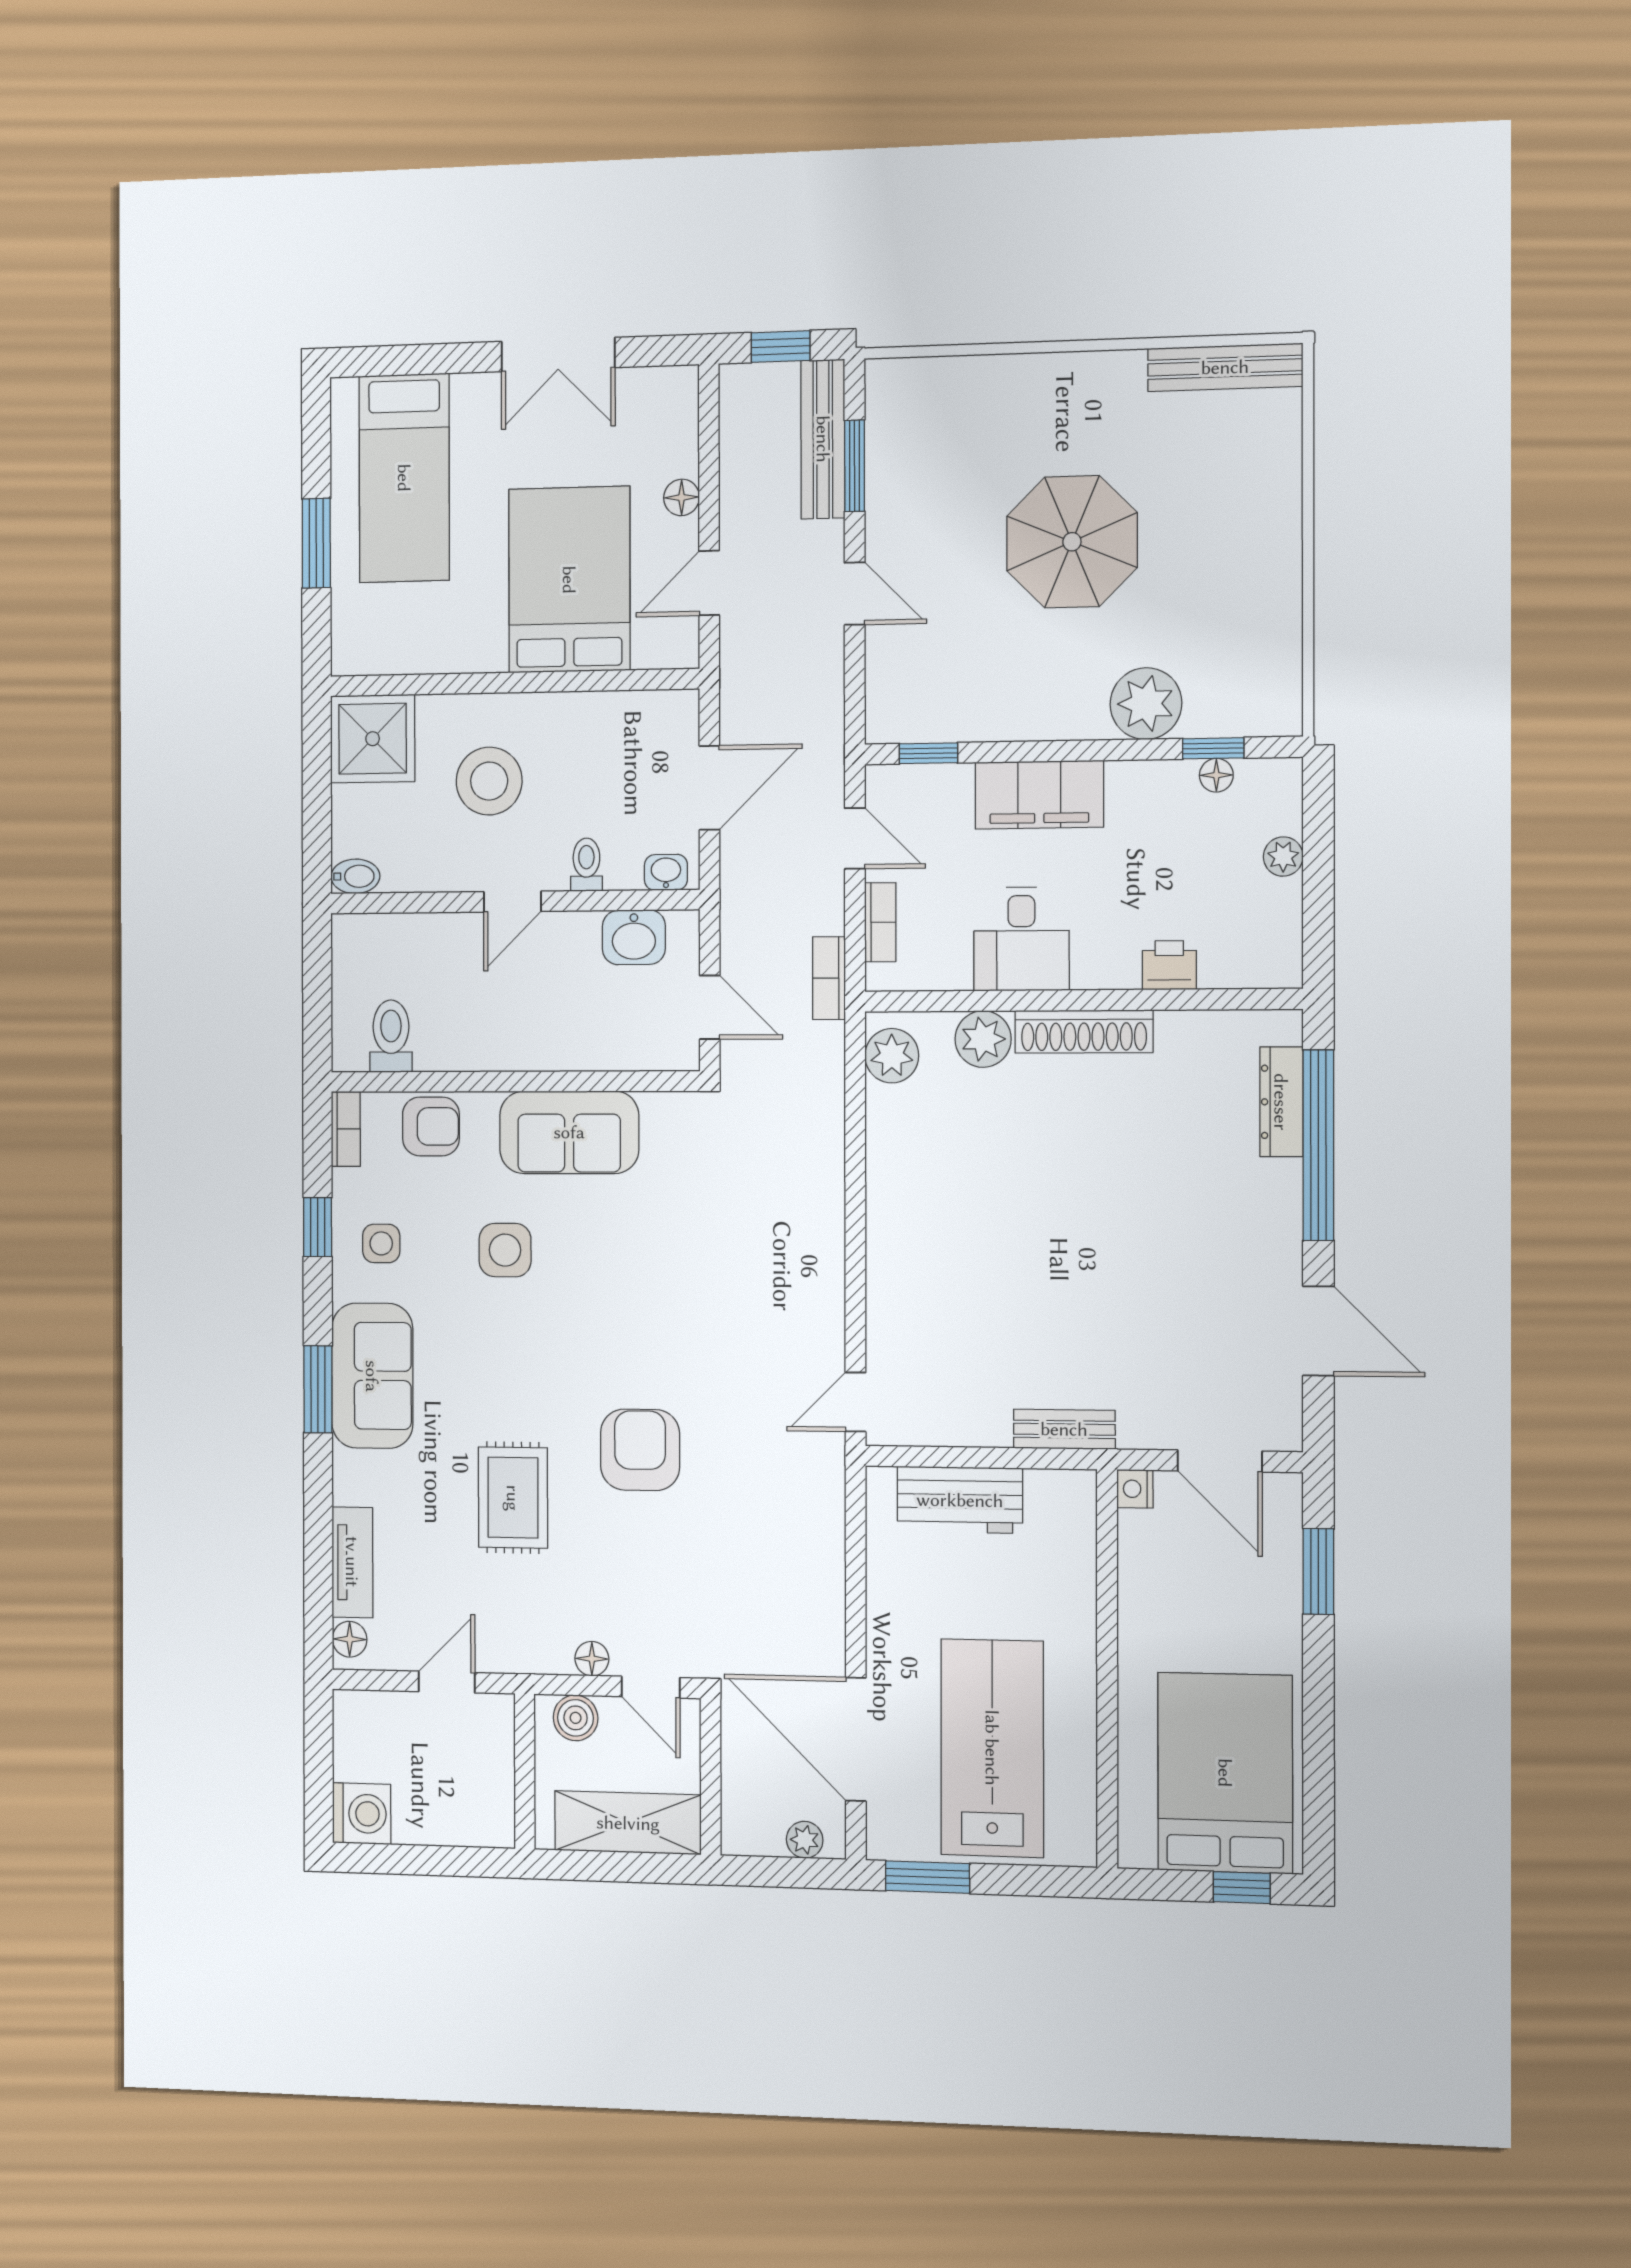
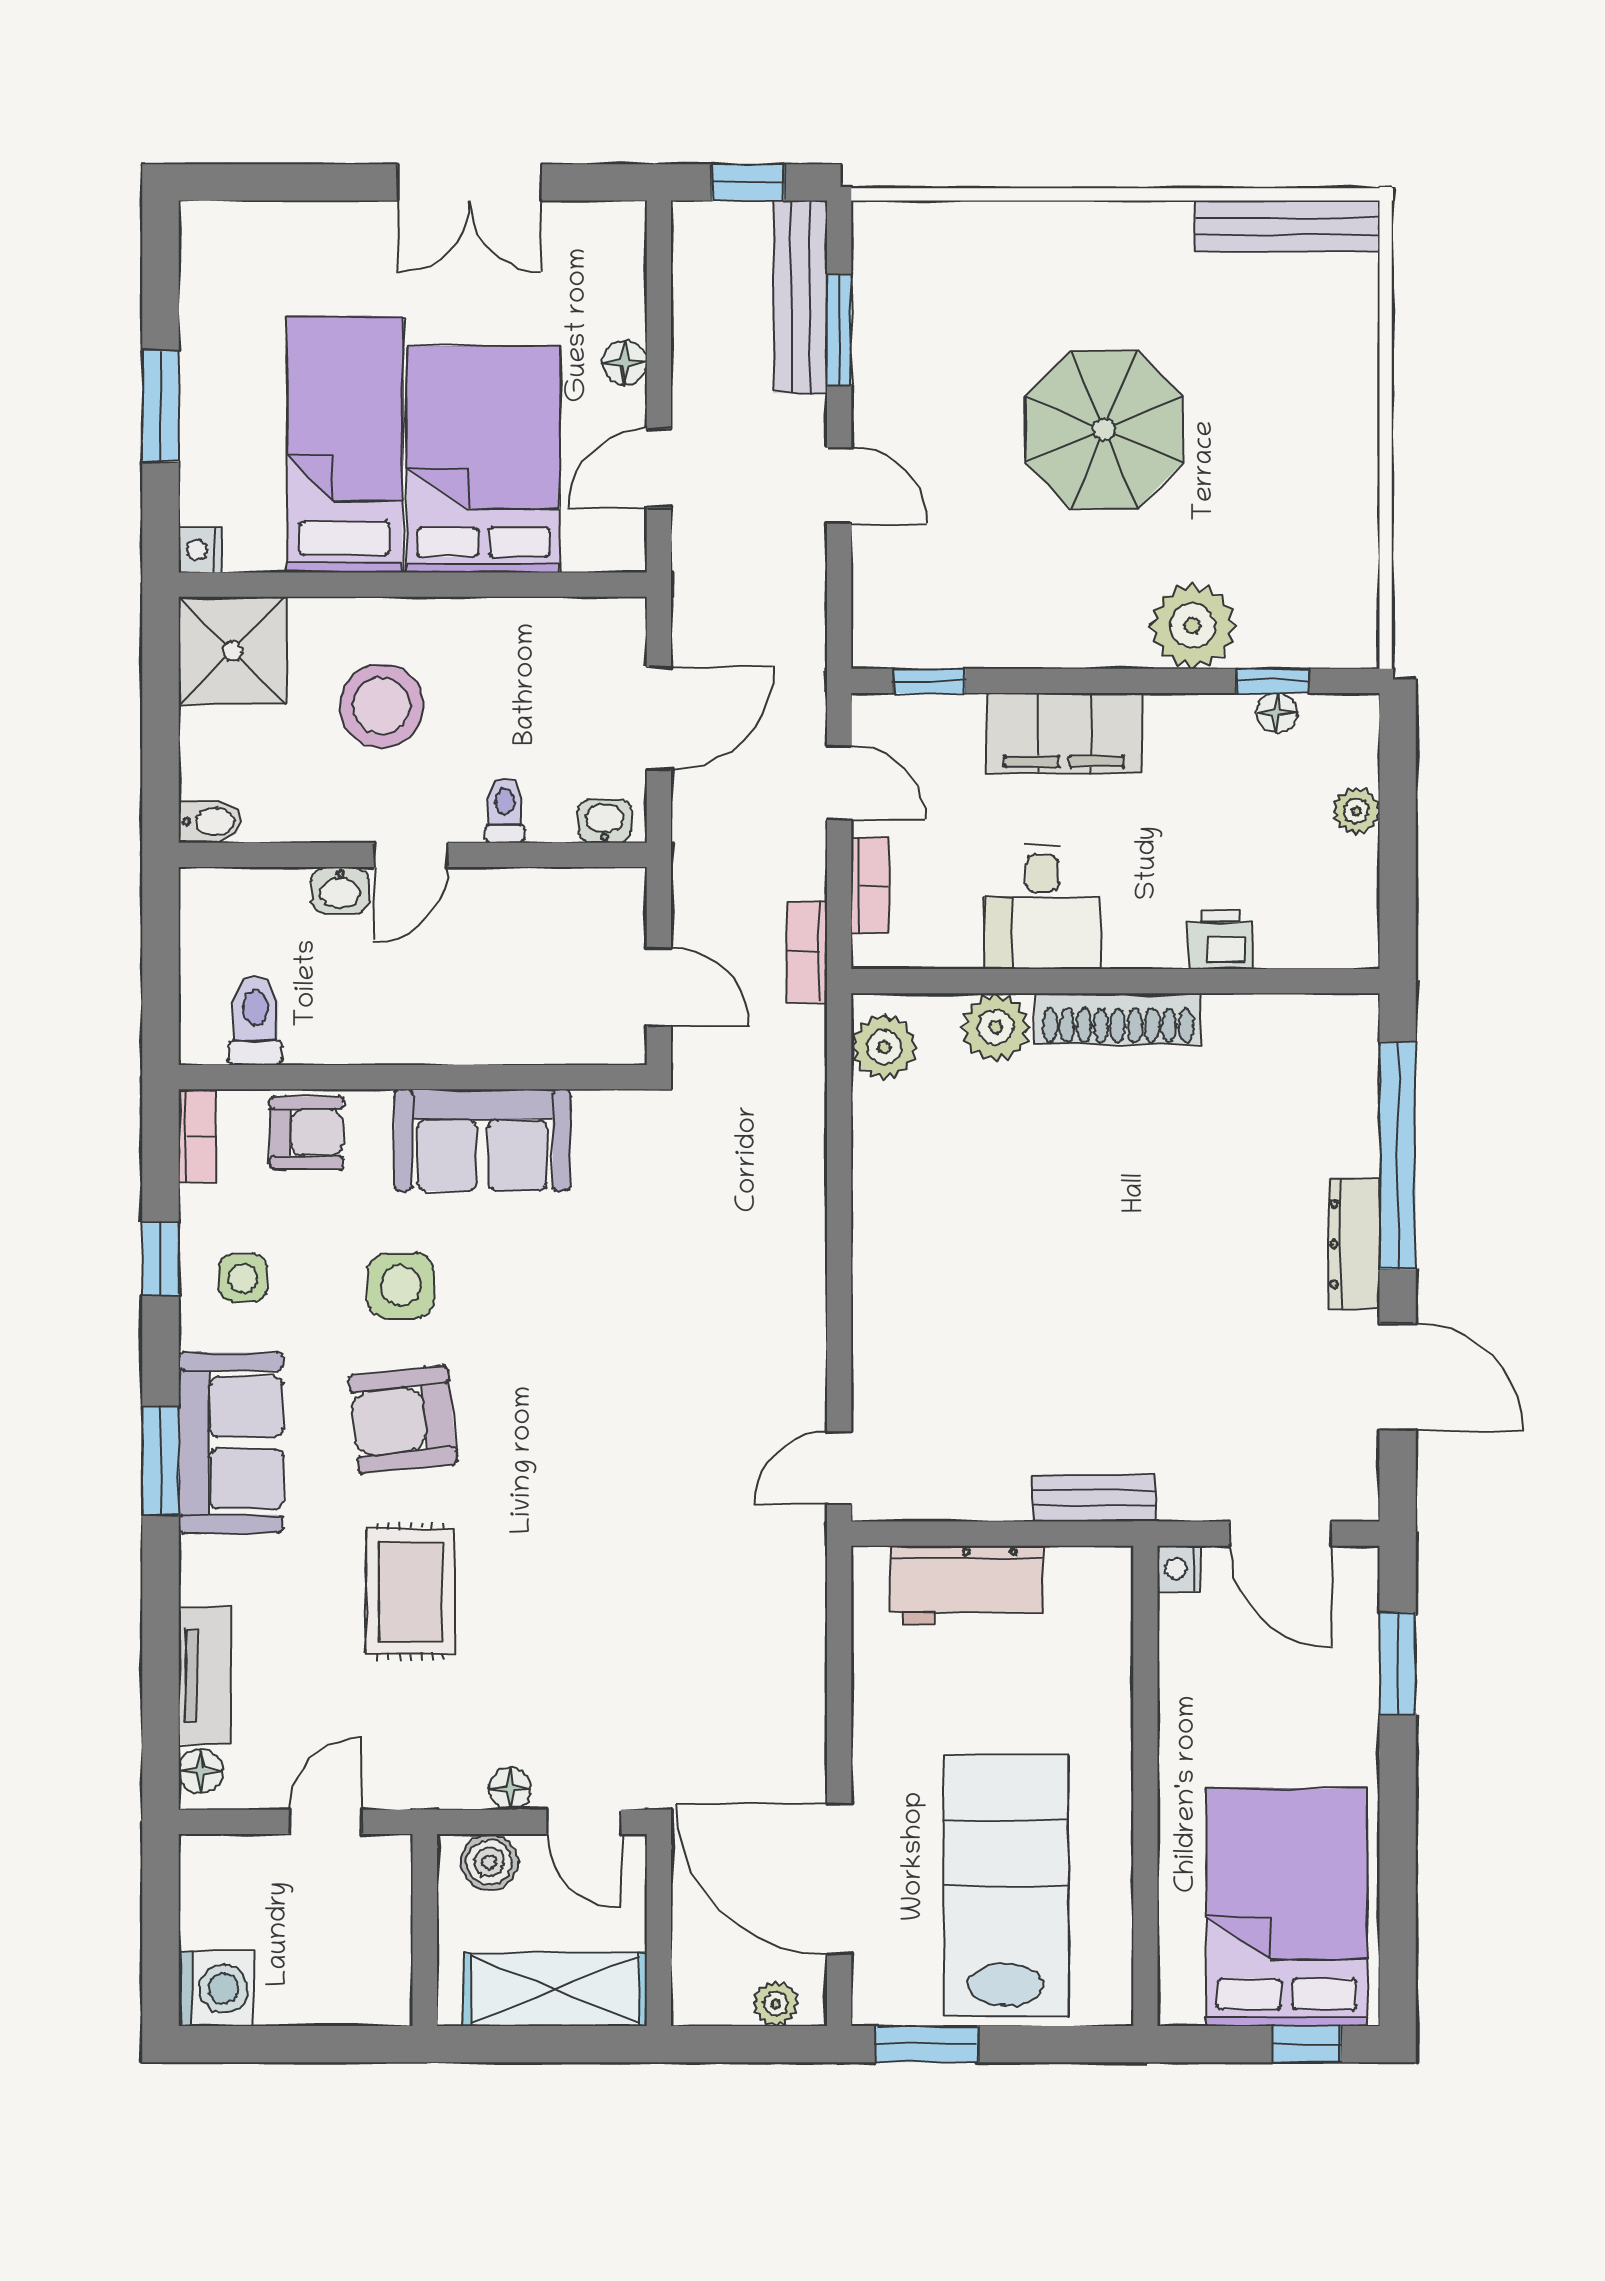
bed: (404, 478) -> (345, 445), moved, turned 180
nightstand: (347, 658) -> (200, 550), added
washbasin: (634, 937) -> (340, 890), moved, width x0.72, depth x0.69
dresser: (1281, 1102) -> (1354, 1244), moved
armchair: (640, 1450) -> (403, 1420), moved, turned -96

